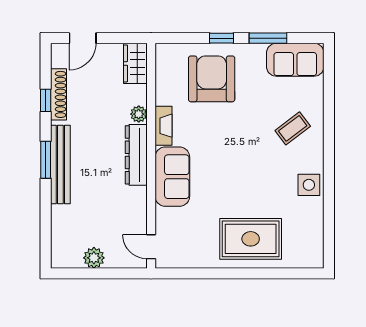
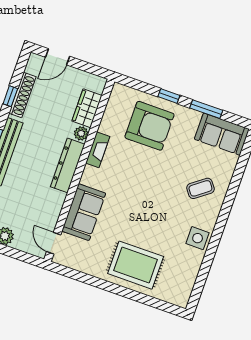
wardrobe: (135, 63) -> (87, 108), moved
armchair: (212, 79) -> (149, 126), turned 90
sofa: (172, 177) -> (84, 212), moved

